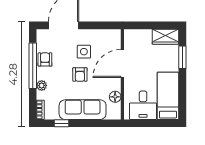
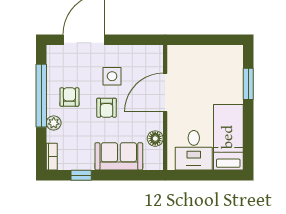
wardrobe: (166, 37) -> (225, 55), removed
armchair: (45, 59) -> (69, 97), moved
sofa: (83, 110) -> (119, 156), width x0.73

